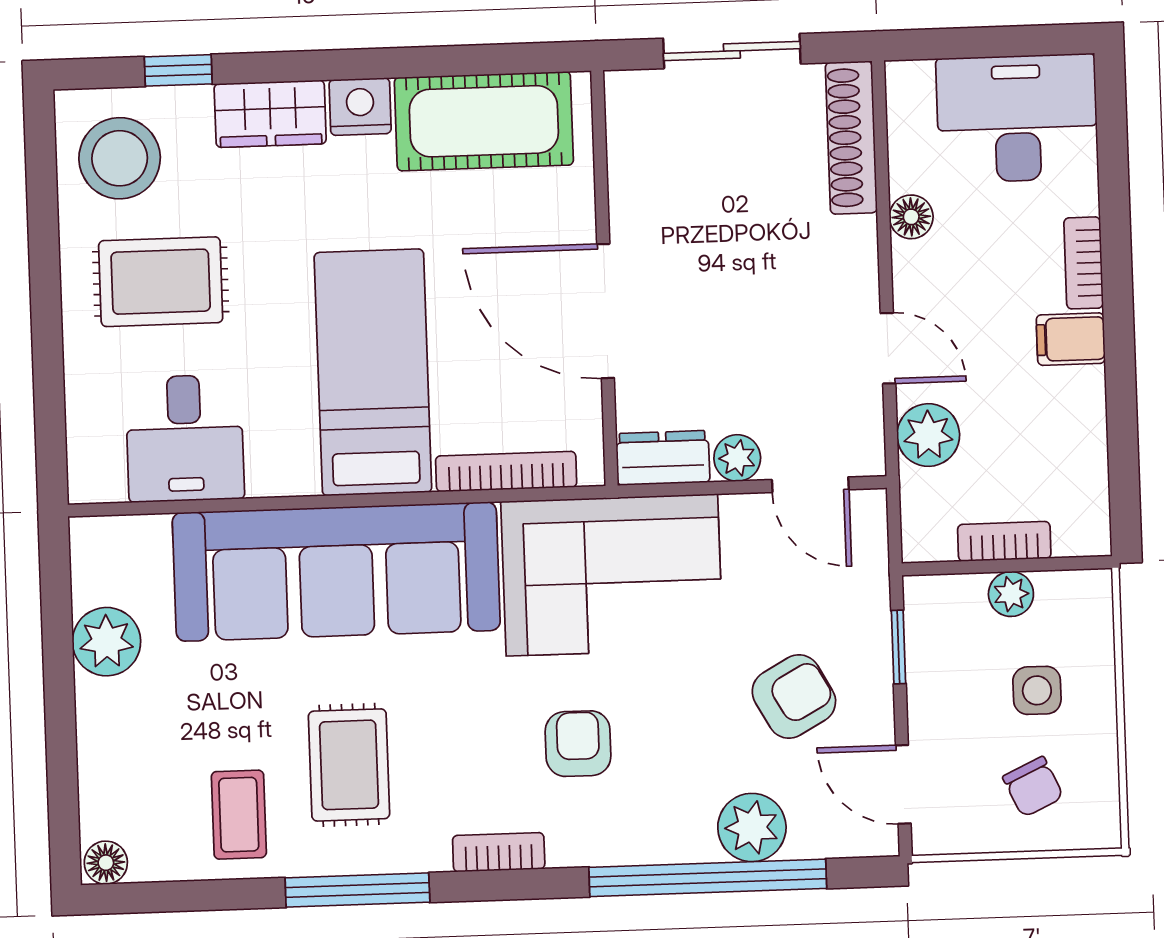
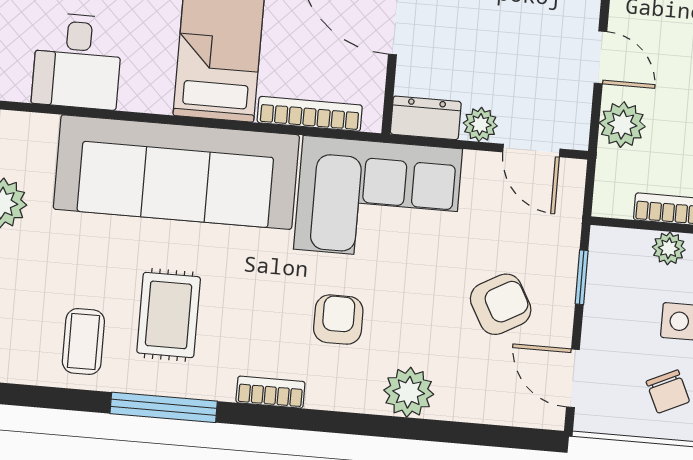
plant: (752, 827) -> (409, 392), moved
window: (708, 878) -> (421, 429), removed

